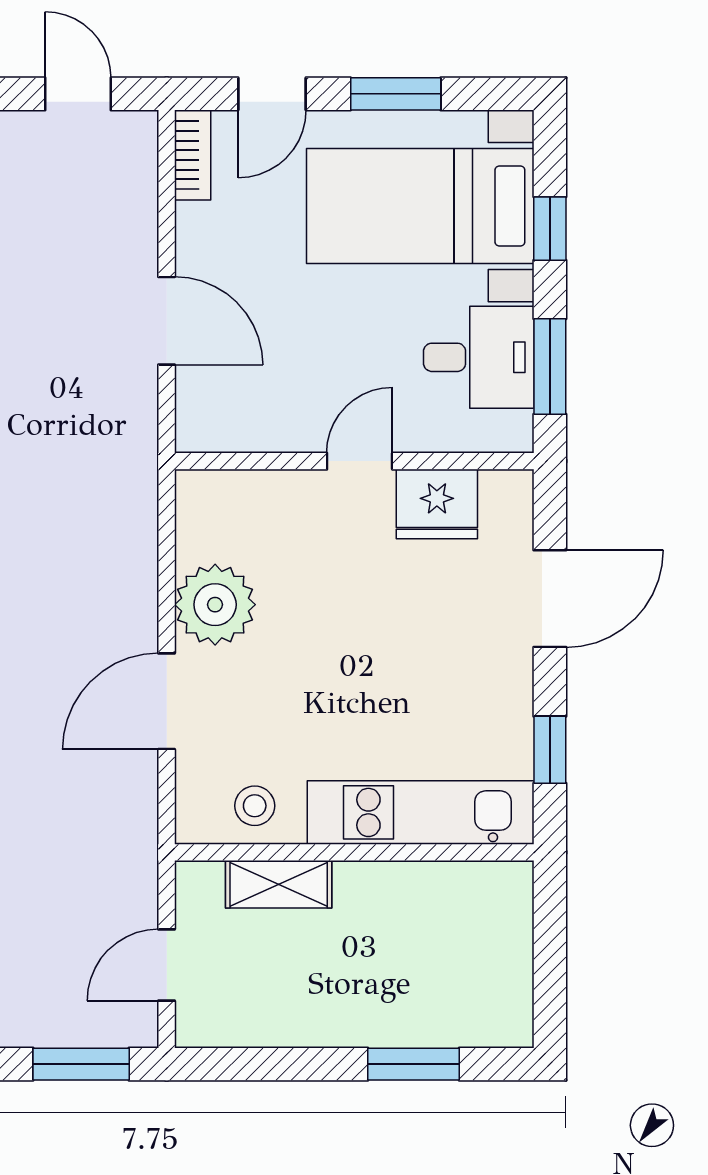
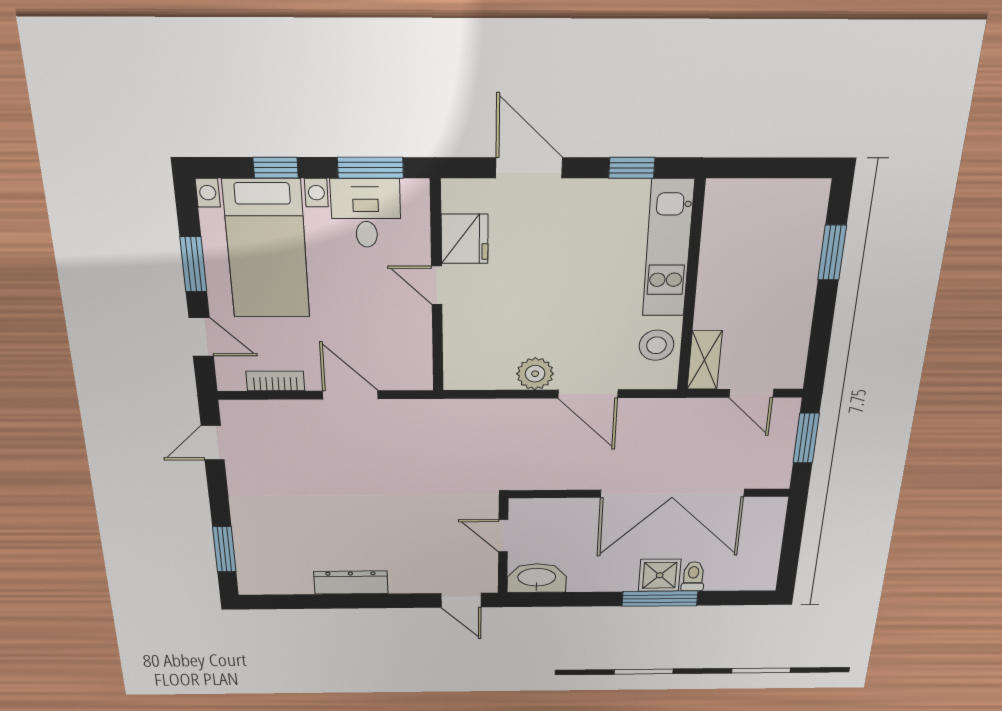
bookcase: (193, 155) -> (275, 381), moved
door: (167, 321) -> (350, 395), hinge flipped
plant: (215, 605) -> (535, 374), width x0.73, depth x0.73
stool: (255, 806) -> (656, 345), width x1.37, depth x1.37
shelving: (279, 884) -> (705, 360), moved

